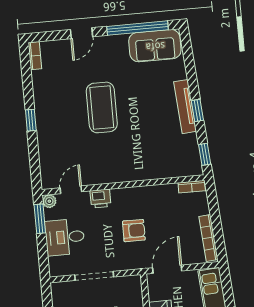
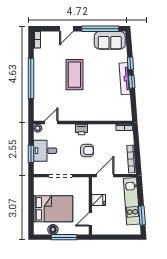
window: (31, 120) -> (31, 78), width x3.17
window: (205, 154) -> (130, 63), moved
printer: (100, 199) -> (81, 129), moved
window: (40, 219) -> (31, 154), moved

